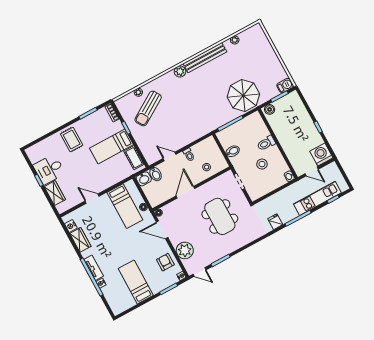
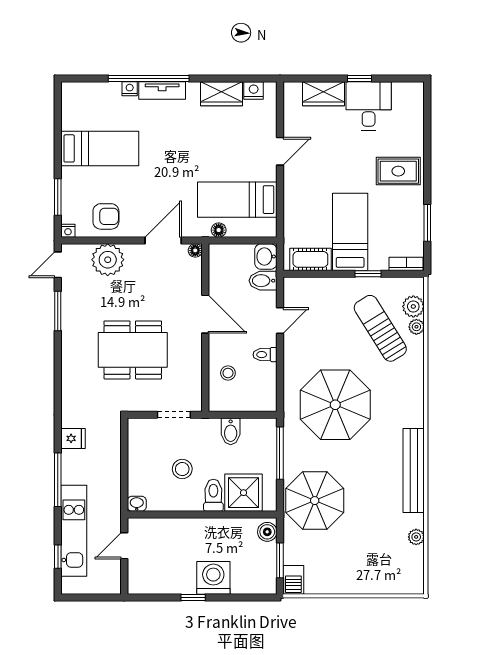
plant: (180, 71) -> (413, 306), moved
parasol: (194, 110) -> (335, 405), added
shower: (257, 130) -> (244, 493), added
washing machine: (321, 154) -> (213, 578), moved, turned -90

